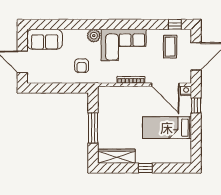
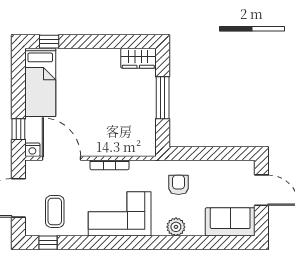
plant: (94, 36) -> (176, 227), moved
bed: (167, 128) -> (40, 82), moved, turned 90
wardrobe: (117, 156) -> (138, 58), width x0.67
window: (145, 168) -> (49, 42), moved

